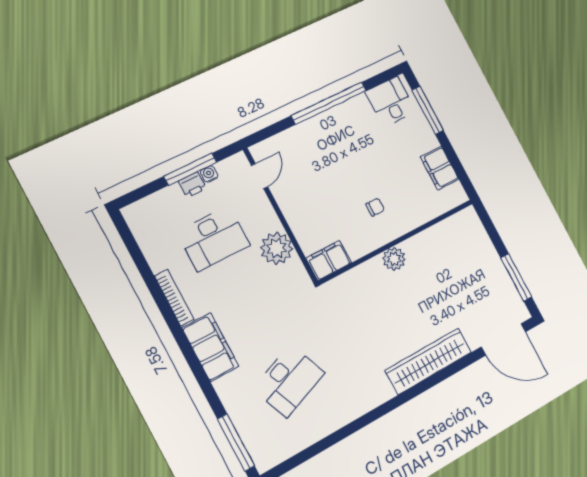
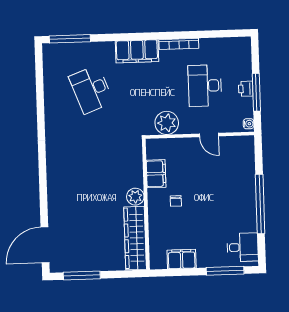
water cooler: (209, 174) -> (249, 124), moved
door: (259, 176) -> (209, 135), moved
plant: (277, 248) -> (167, 123), moved
filing cabinet: (329, 260) -> (156, 174), moved
wardrobe: (428, 361) -> (135, 238), moved, turned 180

